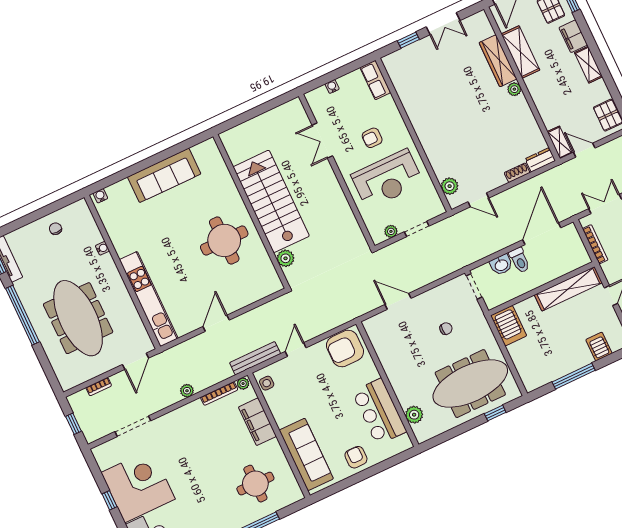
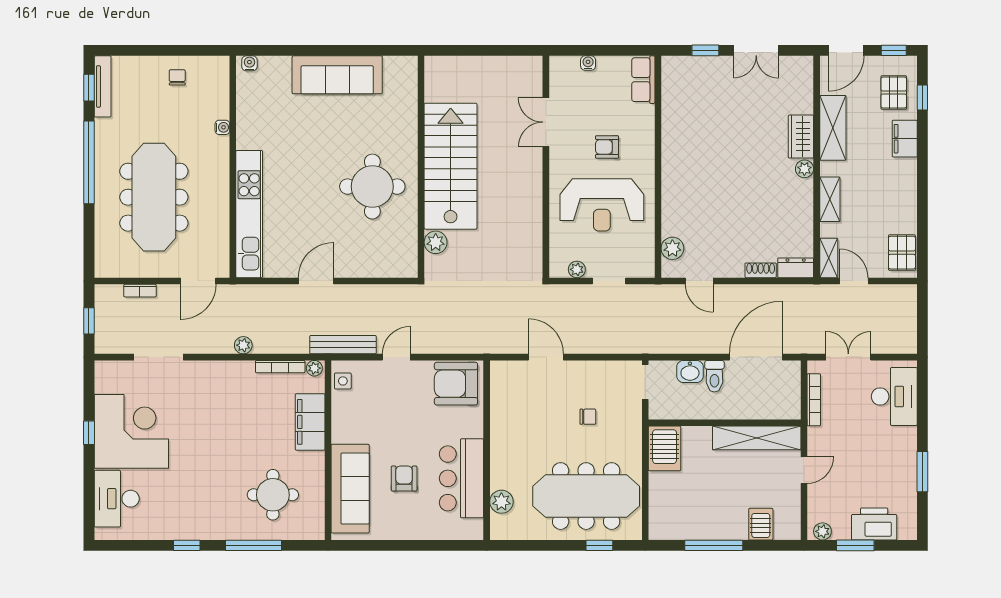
wardrobe: (498, 61) -> (801, 137), width x0.67
shelving: (589, 65) -> (830, 199), moved
armchair: (356, 457) -> (404, 478), moved

